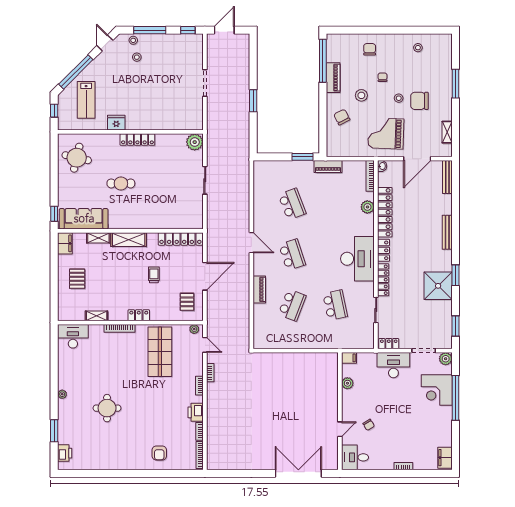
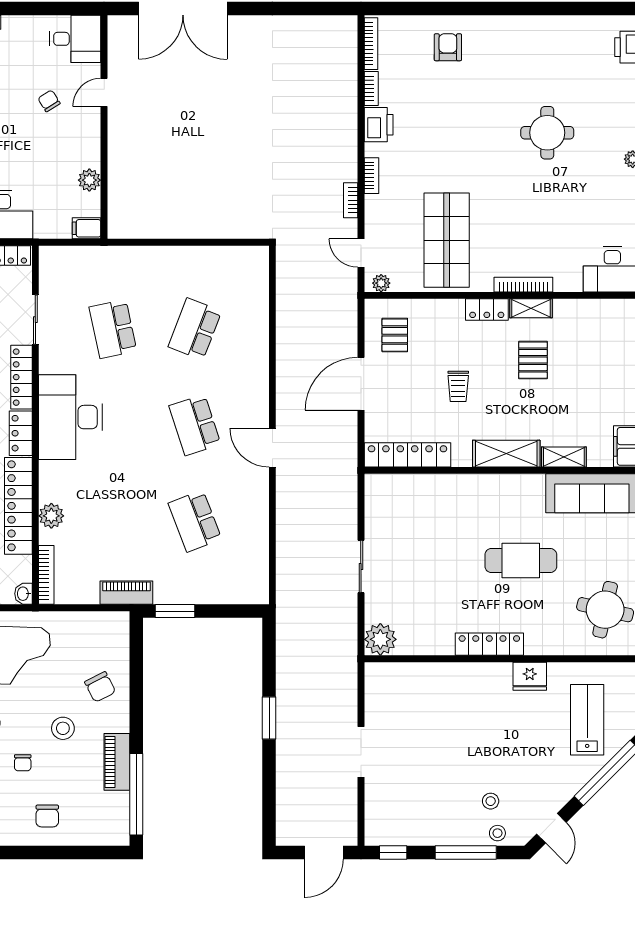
cafe table: (121, 183) -> (521, 561), width x1.37, depth x1.35
pallet: (77, 279) -> (533, 360), moved
piano: (259, 289) -> (257, 359), removed
shelving: (97, 316) -> (531, 308), moved

